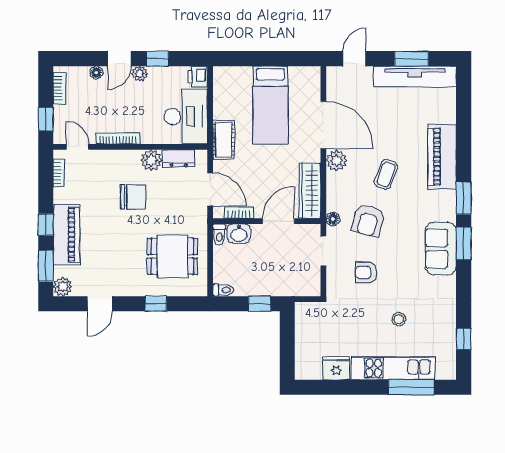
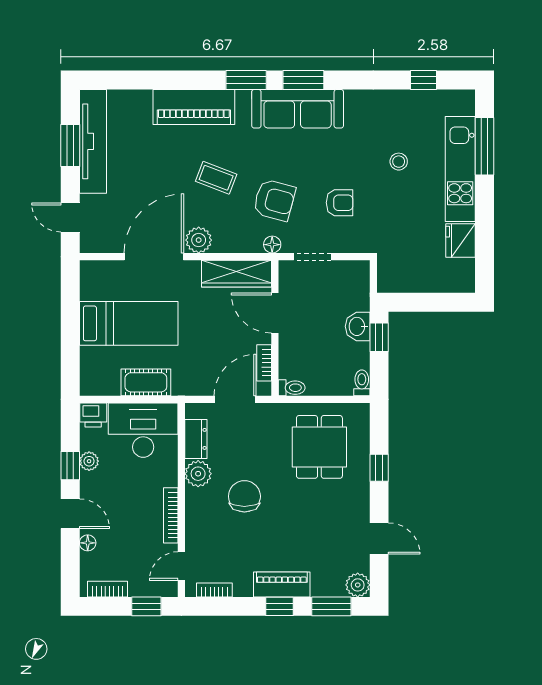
plant: (140, 74) -> (89, 461), moved
cot: (224, 140) -> (146, 382), moved
washbasin: (239, 234) -> (358, 326), moved, turned 180
piano: (66, 235) -> (282, 584), width x0.73, depth x0.75
sofa: (441, 249) -> (298, 109), width x1.36
armchair: (366, 272) -> (340, 203), turned -90

